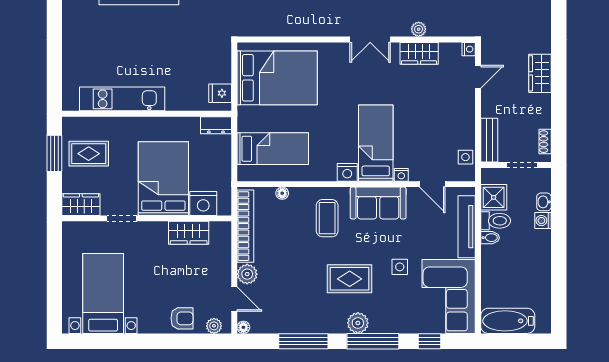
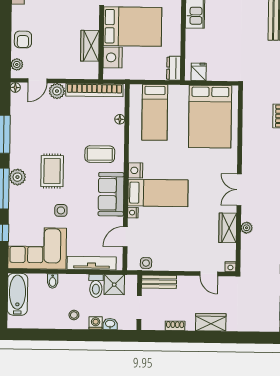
shoe rack: (545, 142) -> (175, 326), moved
bidet: (490, 238) -> (53, 281), moved
stool: (533, 248) -> (74, 315), added

